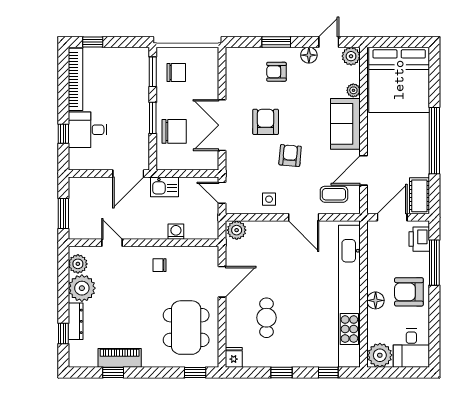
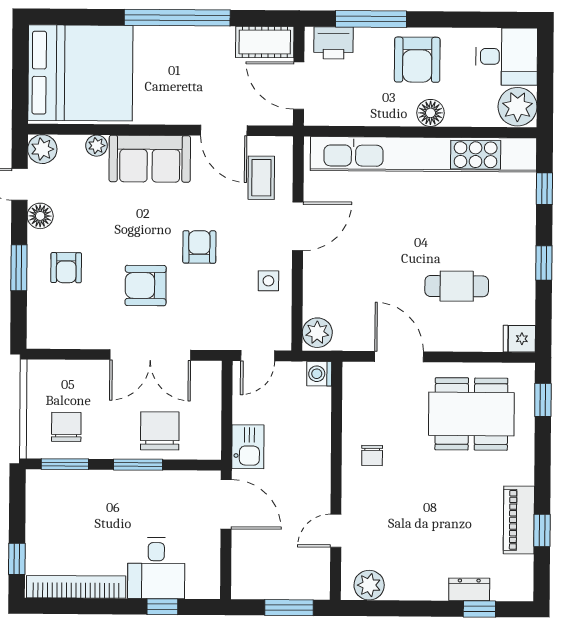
armchair: (290, 155) -> (199, 247), turned 85
washing machine: (176, 232) -> (319, 374), moved
plant: (82, 288) -> (408, 579), removed
dresser: (76, 321) -> (469, 589), width x0.70

